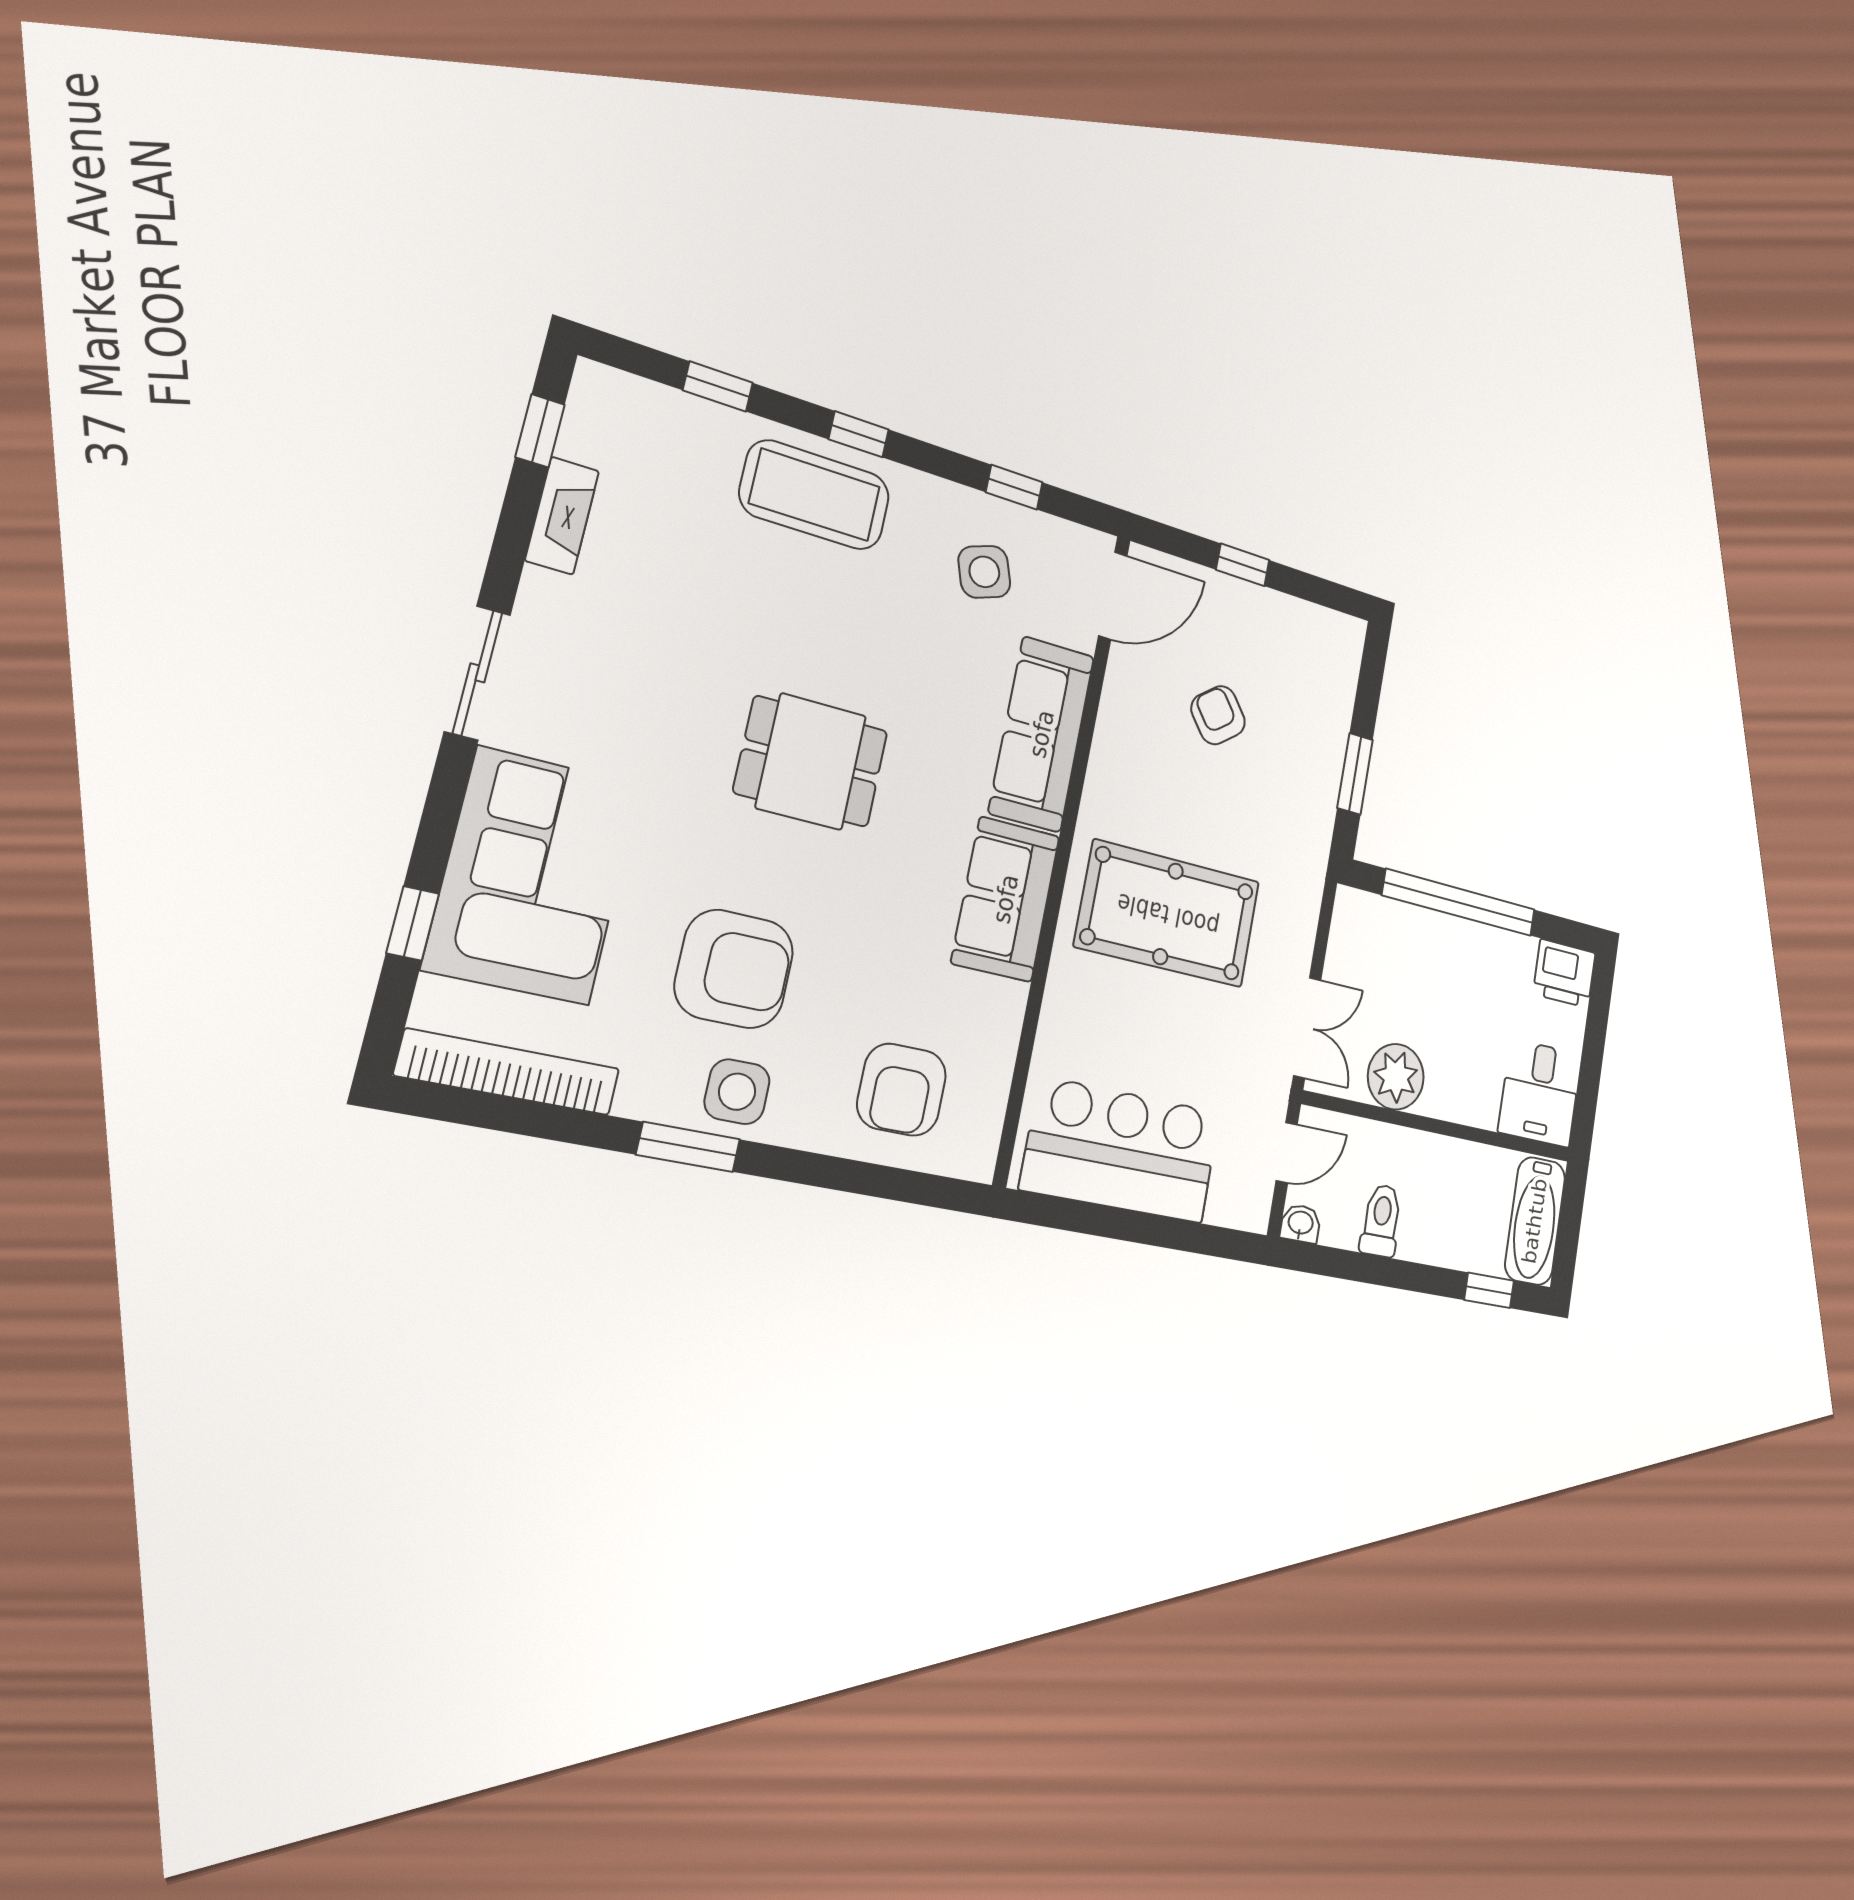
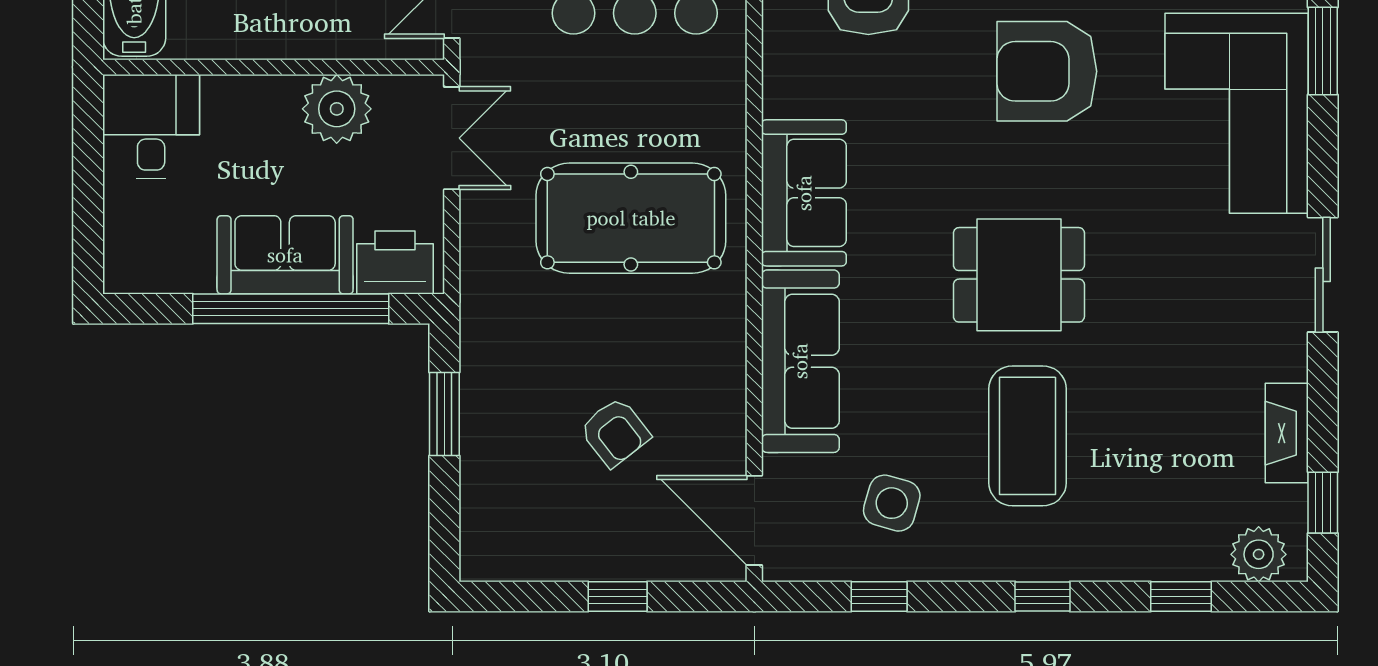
plant: (625, 401) -> (1259, 554), added
coffee table: (815, 495) -> (1028, 436), moved, turned 90
side table: (984, 572) -> (892, 503), turned 35
door: (1113, 596) -> (754, 520), hinge flipped
window: (413, 923) -> (1323, 51), width x1.50
sofa: (1456, 952) -> (285, 255), added
printer: (1564, 973) -> (395, 262), moved
double door: (1307, 1028) -> (452, 138), swing flipped

